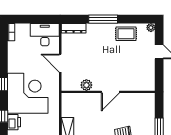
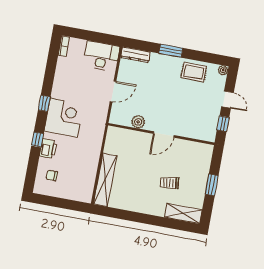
window: (103, 19) -> (171, 51), width x0.69
door: (60, 63) -> (113, 91), swing flipped
window: (159, 73) -> (223, 124), added
corner desk: (28, 93) -> (64, 118), width x0.74, depth x0.74

